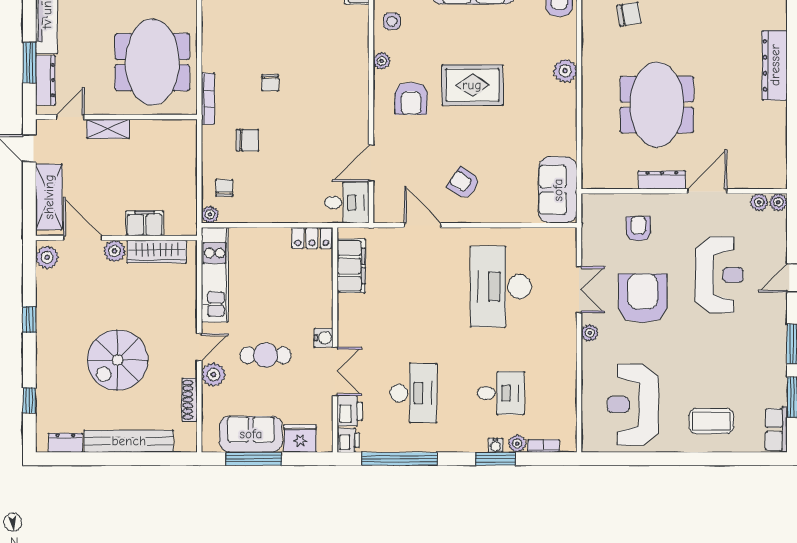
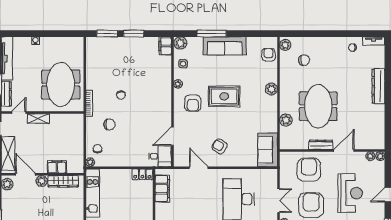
plant: (593, 132) -> (286, 120), added
armchair: (638, 229) -> (309, 170), width x1.88, depth x1.88

